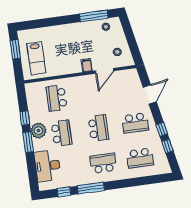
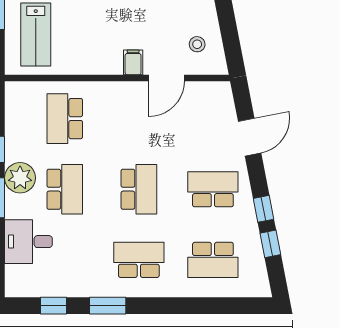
school desk: (135, 123) -> (213, 189), turned 180
desk: (48, 166) -> (28, 242), width x0.73
window: (91, 188) -> (108, 306), width x0.69

